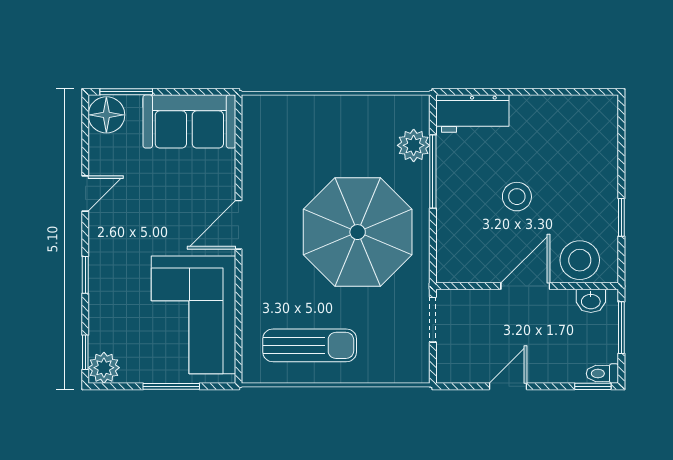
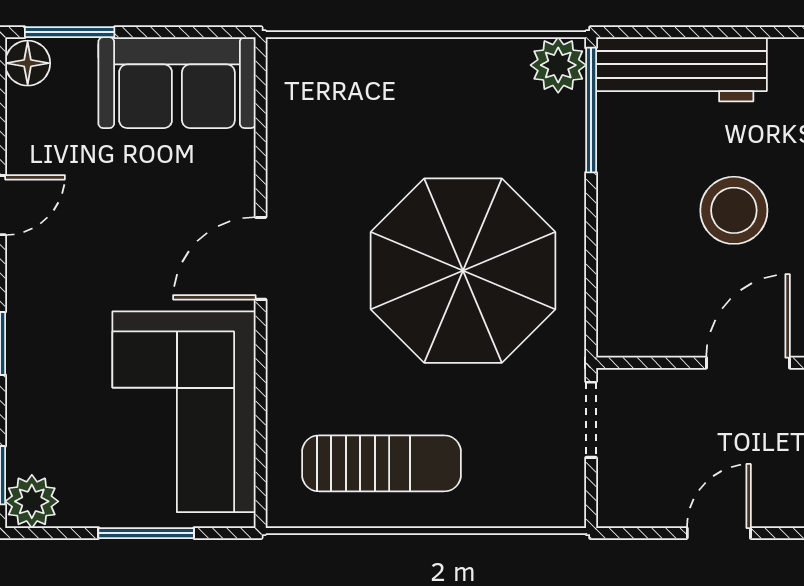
workbench: (472, 114) -> (682, 69), width x1.38
floor lamp: (106, 115) -> (28, 63), width x0.73, depth x0.73
plant: (414, 145) -> (558, 65), moved
window: (433, 172) -> (591, 110), moved
stool: (517, 197) -> (734, 210), width x1.38, depth x1.38

